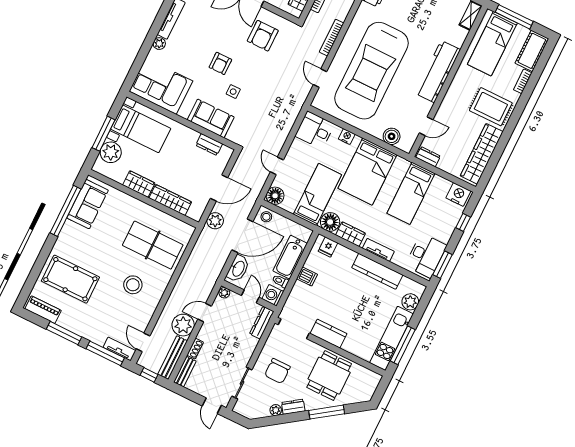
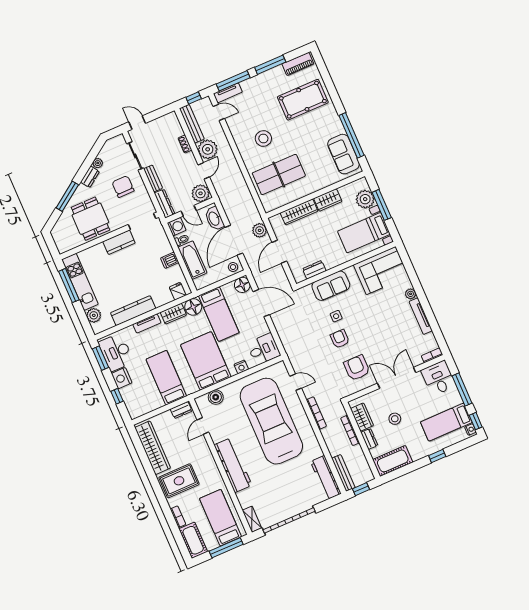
armchair: (220, 63) -> (340, 339), moved
door: (277, 166) -> (261, 303), width x1.88
nightstand: (458, 194) -> (122, 378), moved, turned 90
plant: (224, 293) -> (201, 193), width x1.87, depth x1.87
bench: (185, 372) -> (153, 178), moved

